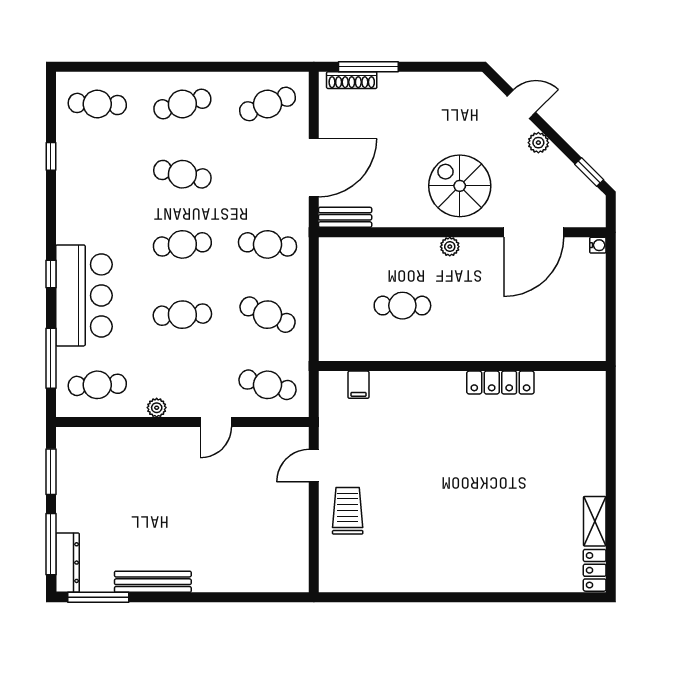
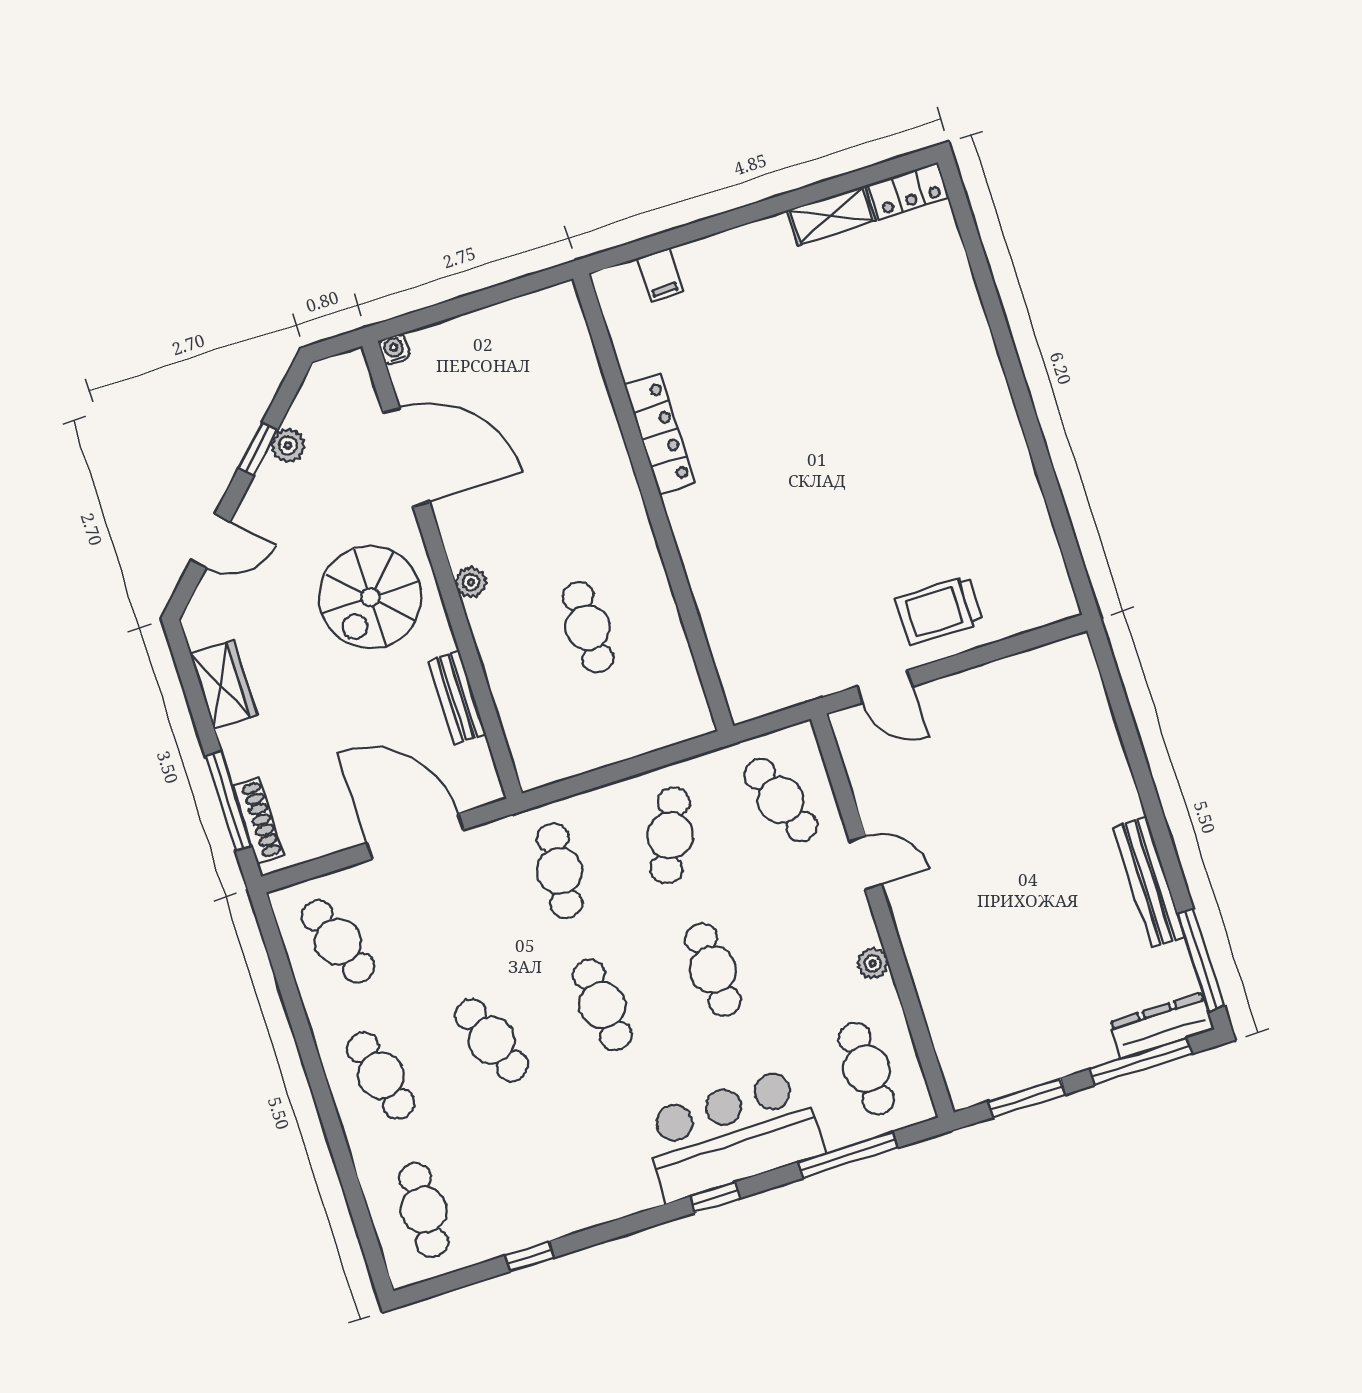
wardrobe: (436, 85) -> (224, 685), added
door: (521, 104) -> (210, 541), swing flipped
plant: (538, 143) -> (288, 445), moved
window: (589, 172) -> (258, 449), moved
cafe table: (182, 174) -> (491, 1040), turned -33
bench: (345, 217) -> (457, 698), moved
cafe table: (268, 385) -> (781, 800), turned -36
filing cabinet: (358, 385) -> (660, 275), moved, turned 90

